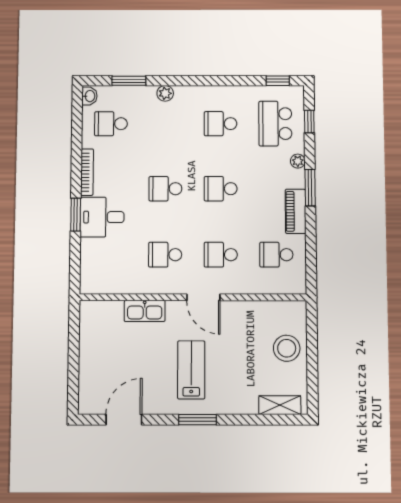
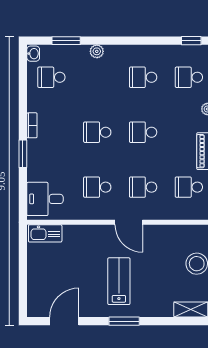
school desk: (275, 124) -> (189, 77), width x0.54
bookcase: (87, 172) -> (32, 125), width x0.64
desk: (102, 217) -> (45, 199), moved
kitchen sink: (145, 311) -> (45, 233), moved

